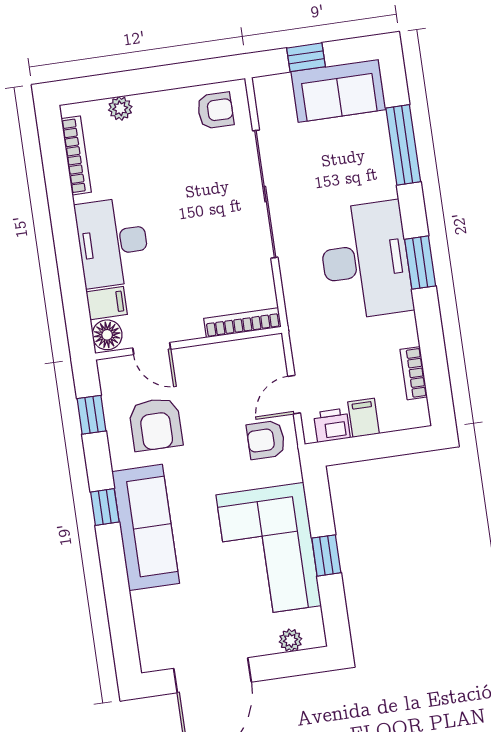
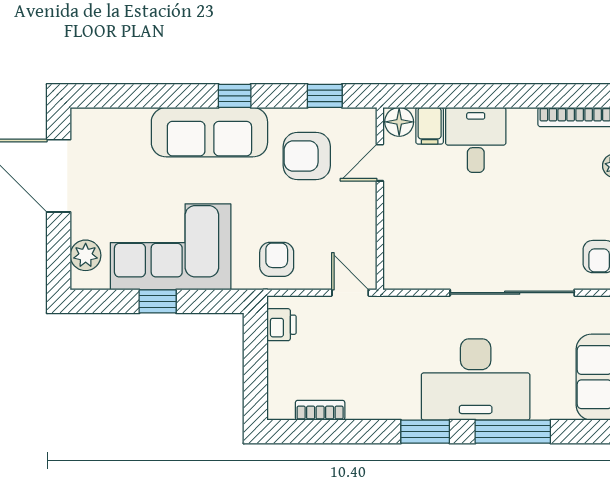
window: (403, 145) -> (513, 432), moved
desk: (113, 242) -> (476, 140), width x0.73
desk: (365, 260) -> (476, 379), moved
bookcase: (242, 323) -> (392, 253), removed
door: (294, 395) -> (350, 293), moved
filing cabinet: (364, 418) -> (284, 356), removed
plant: (291, 640) -> (86, 255), width x1.38, depth x1.38

